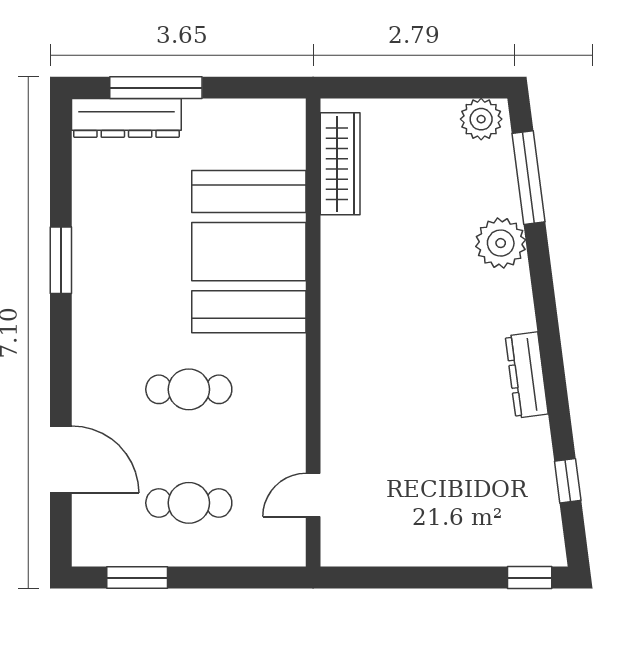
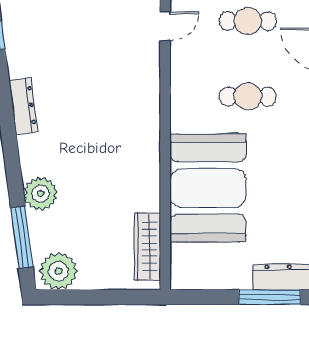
plant: (481, 119) -> (58, 271), width x1.36, depth x1.36

